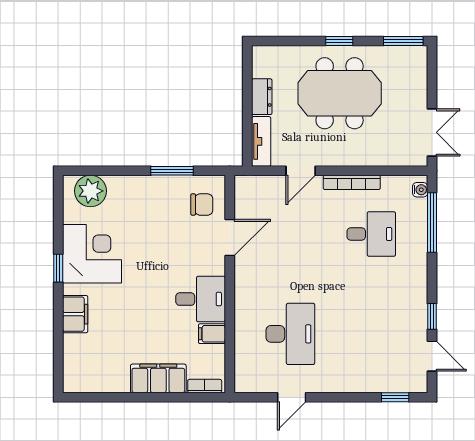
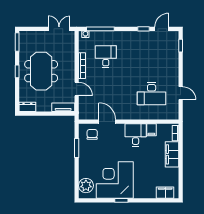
dresser: (262, 97) -> (27, 107), moved
corner desk: (92, 254) -> (115, 180), width x1.36, depth x1.36
filing cabinet: (75, 314) -> (165, 193), moved
desk: (290, 334) -> (152, 94), turned 180

